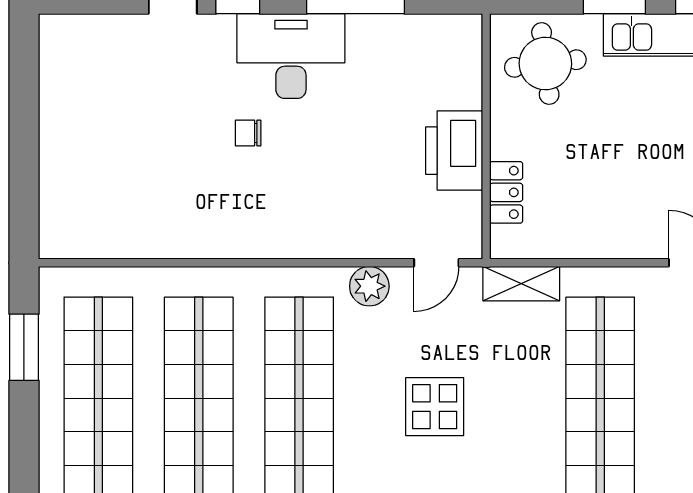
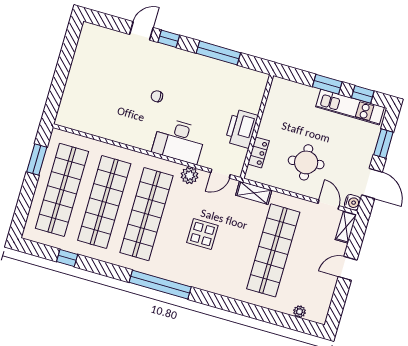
desk: (291, 56) -> (179, 141), moved, turned 180
round table: (545, 64) -> (306, 162), moved

